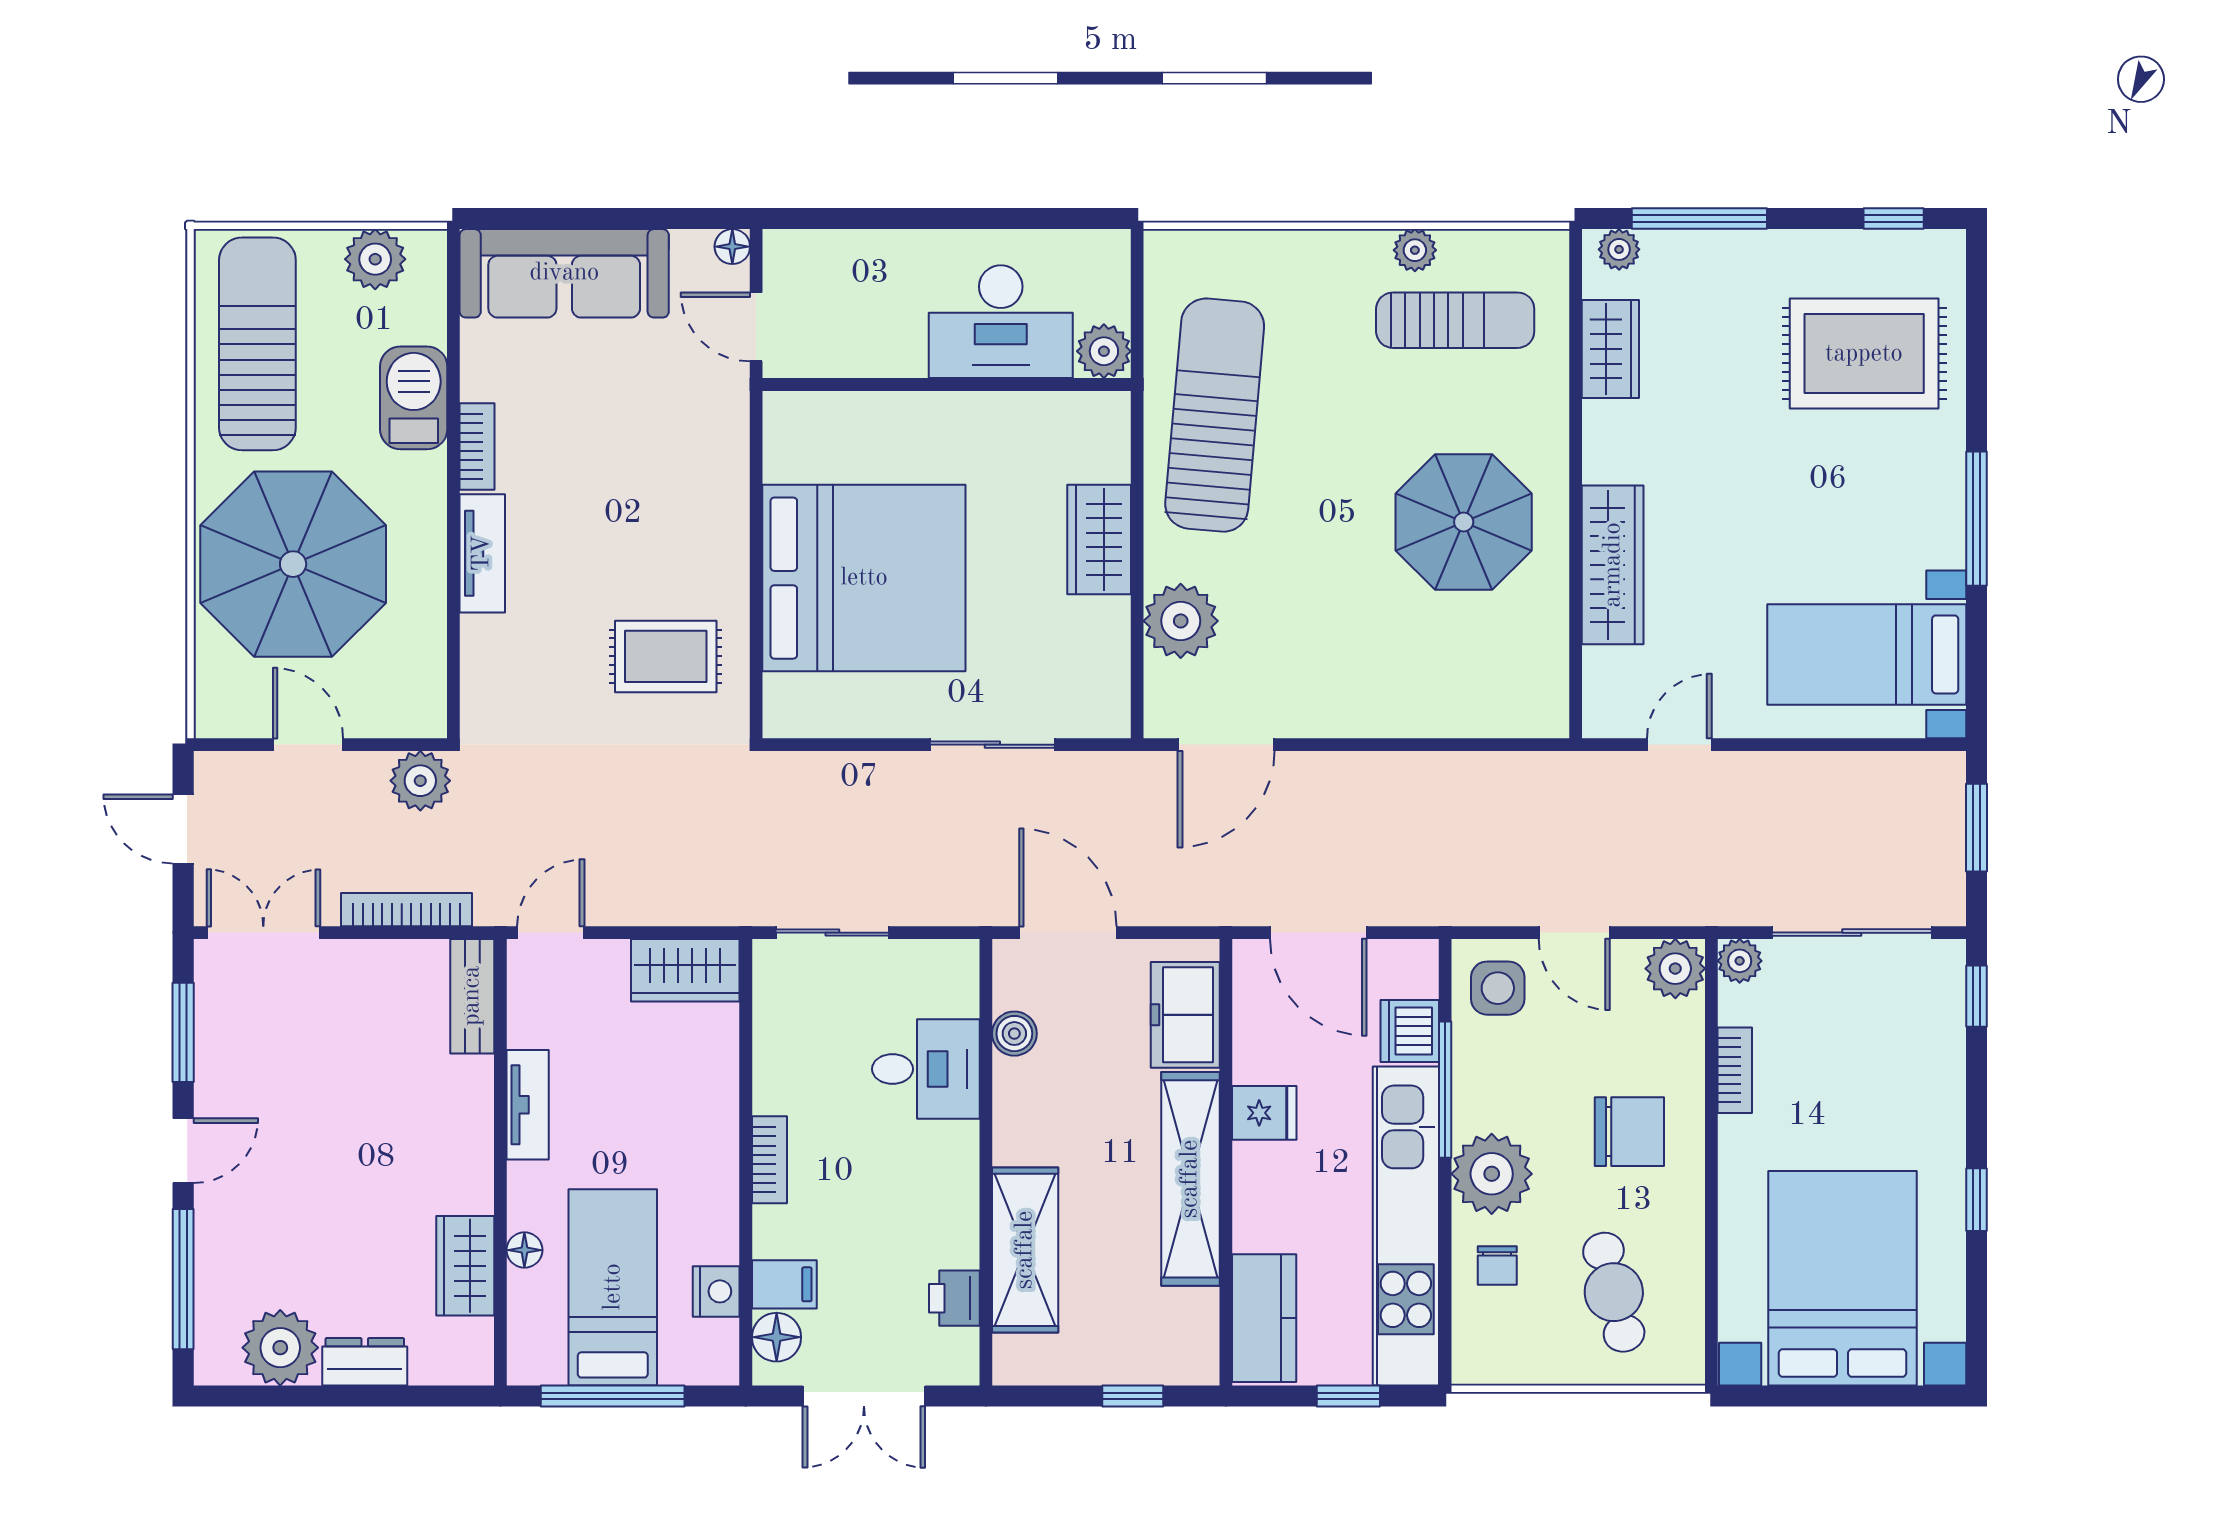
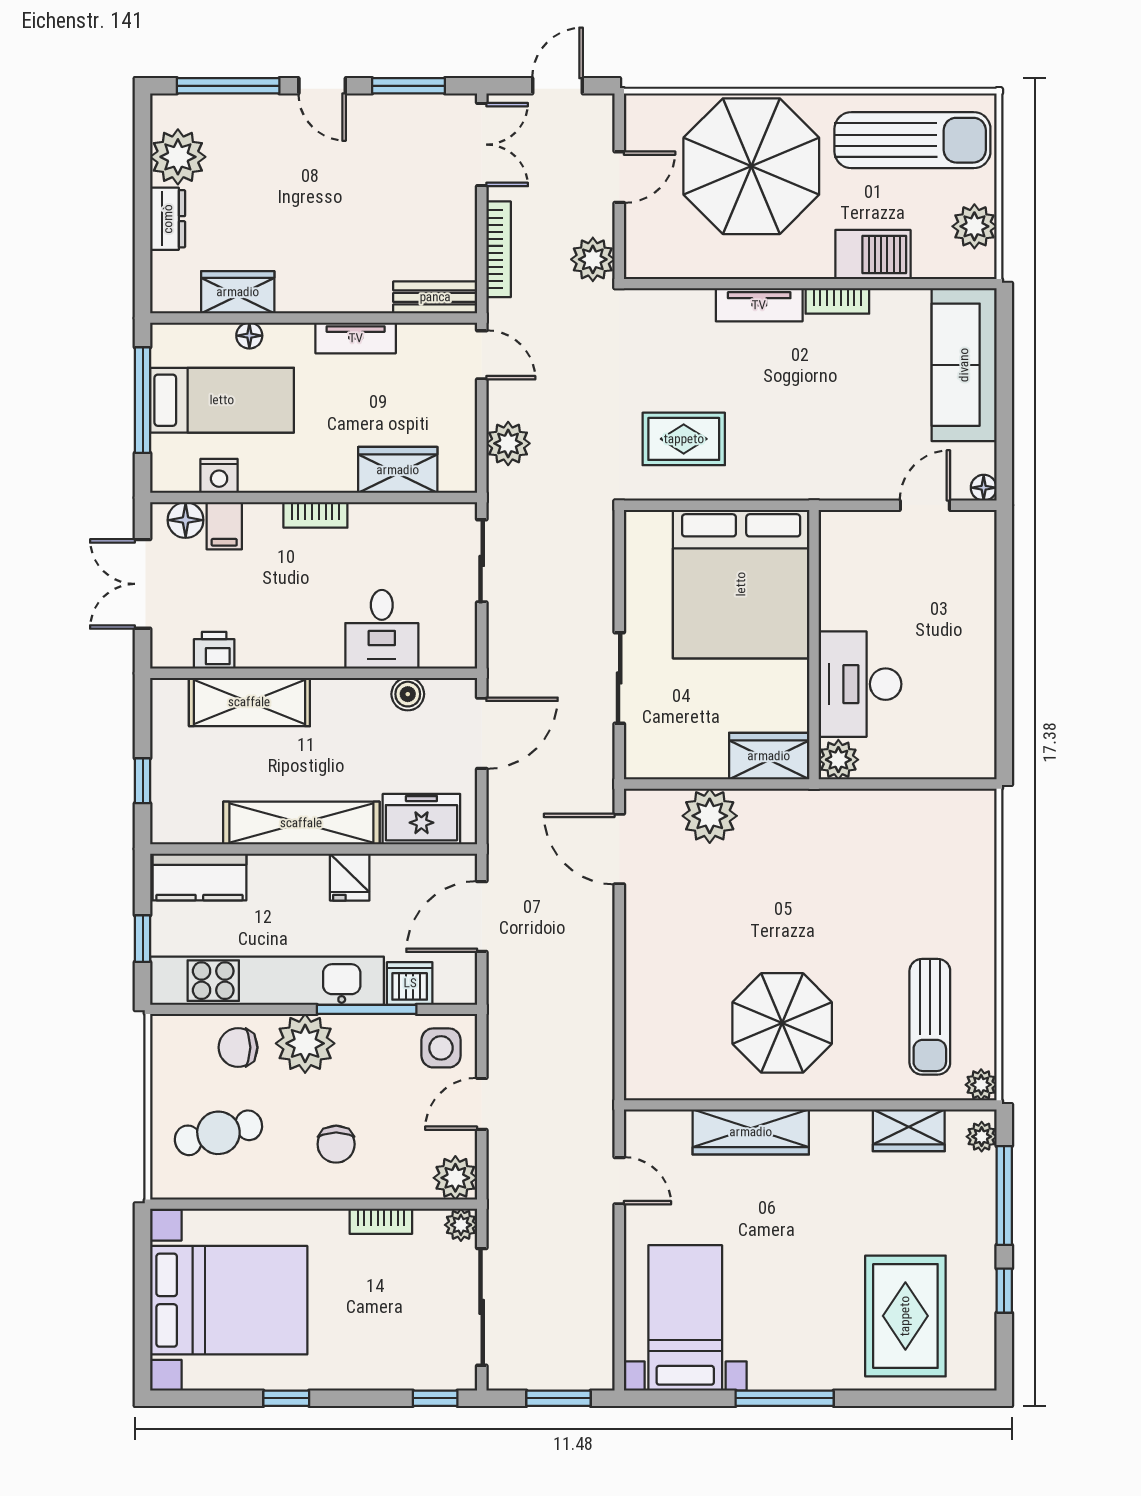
window: (1894, 219) -> (1004, 1291), moved
plant: (1415, 250) -> (981, 1085), moved
desk: (1001, 322) -> (860, 684), moved
plant: (1104, 351) -> (838, 760), moved
wall: (947, 384) -> (814, 645), moved
sun lounger: (1215, 415) -> (860, 841), removed
rug: (666, 656) -> (684, 439), turned 90
plant: (672, 896) -> (508, 443), added
wardrobe: (685, 970) -> (398, 470), moved, turned 90
chair: (1629, 1132) -> (336, 1144), width x0.73, depth x0.73
chair: (1497, 1265) -> (238, 1047), width x1.37, depth x1.37

